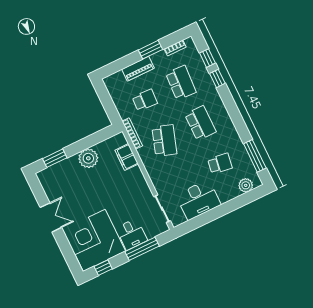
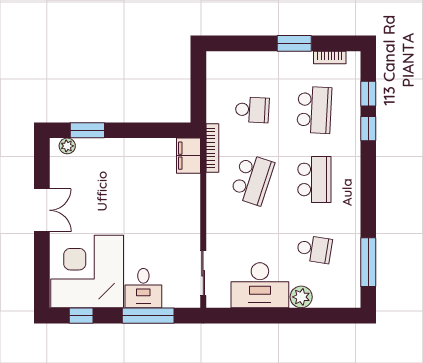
piano: (138, 69) -> (264, 61), removed
filing cabinet: (127, 157) -> (188, 156), moved
plant: (88, 158) -> (67, 146), moved, width x0.53, depth x0.53
plant: (246, 185) -> (301, 297), moved

